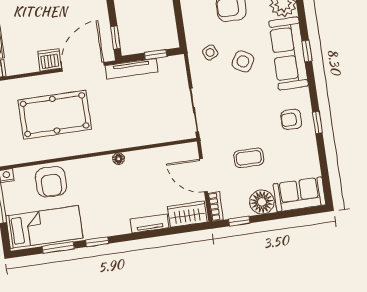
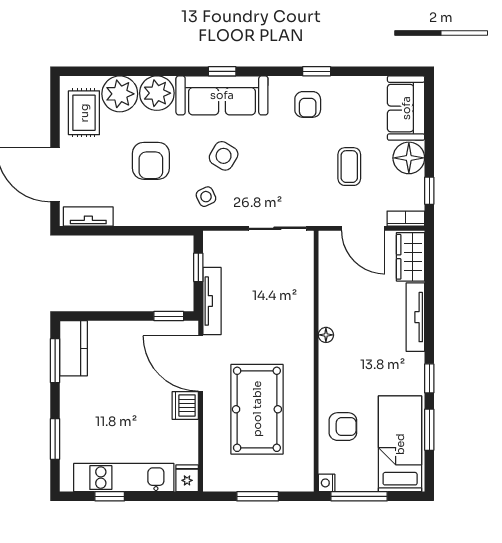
door: (203, 175) -> (363, 228), hinge flipped
armchair: (51, 182) -> (343, 427), width x0.72, depth x0.72
tv unit: (150, 223) -> (415, 317), width x1.41

